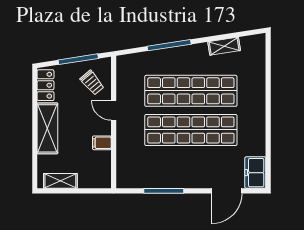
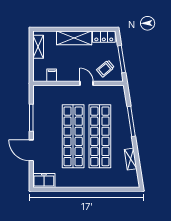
door: (114, 110) -> (87, 83), hinge flipped
filing cabinet: (102, 143) -> (52, 75), moved
door: (227, 191) -> (31, 150), moved

